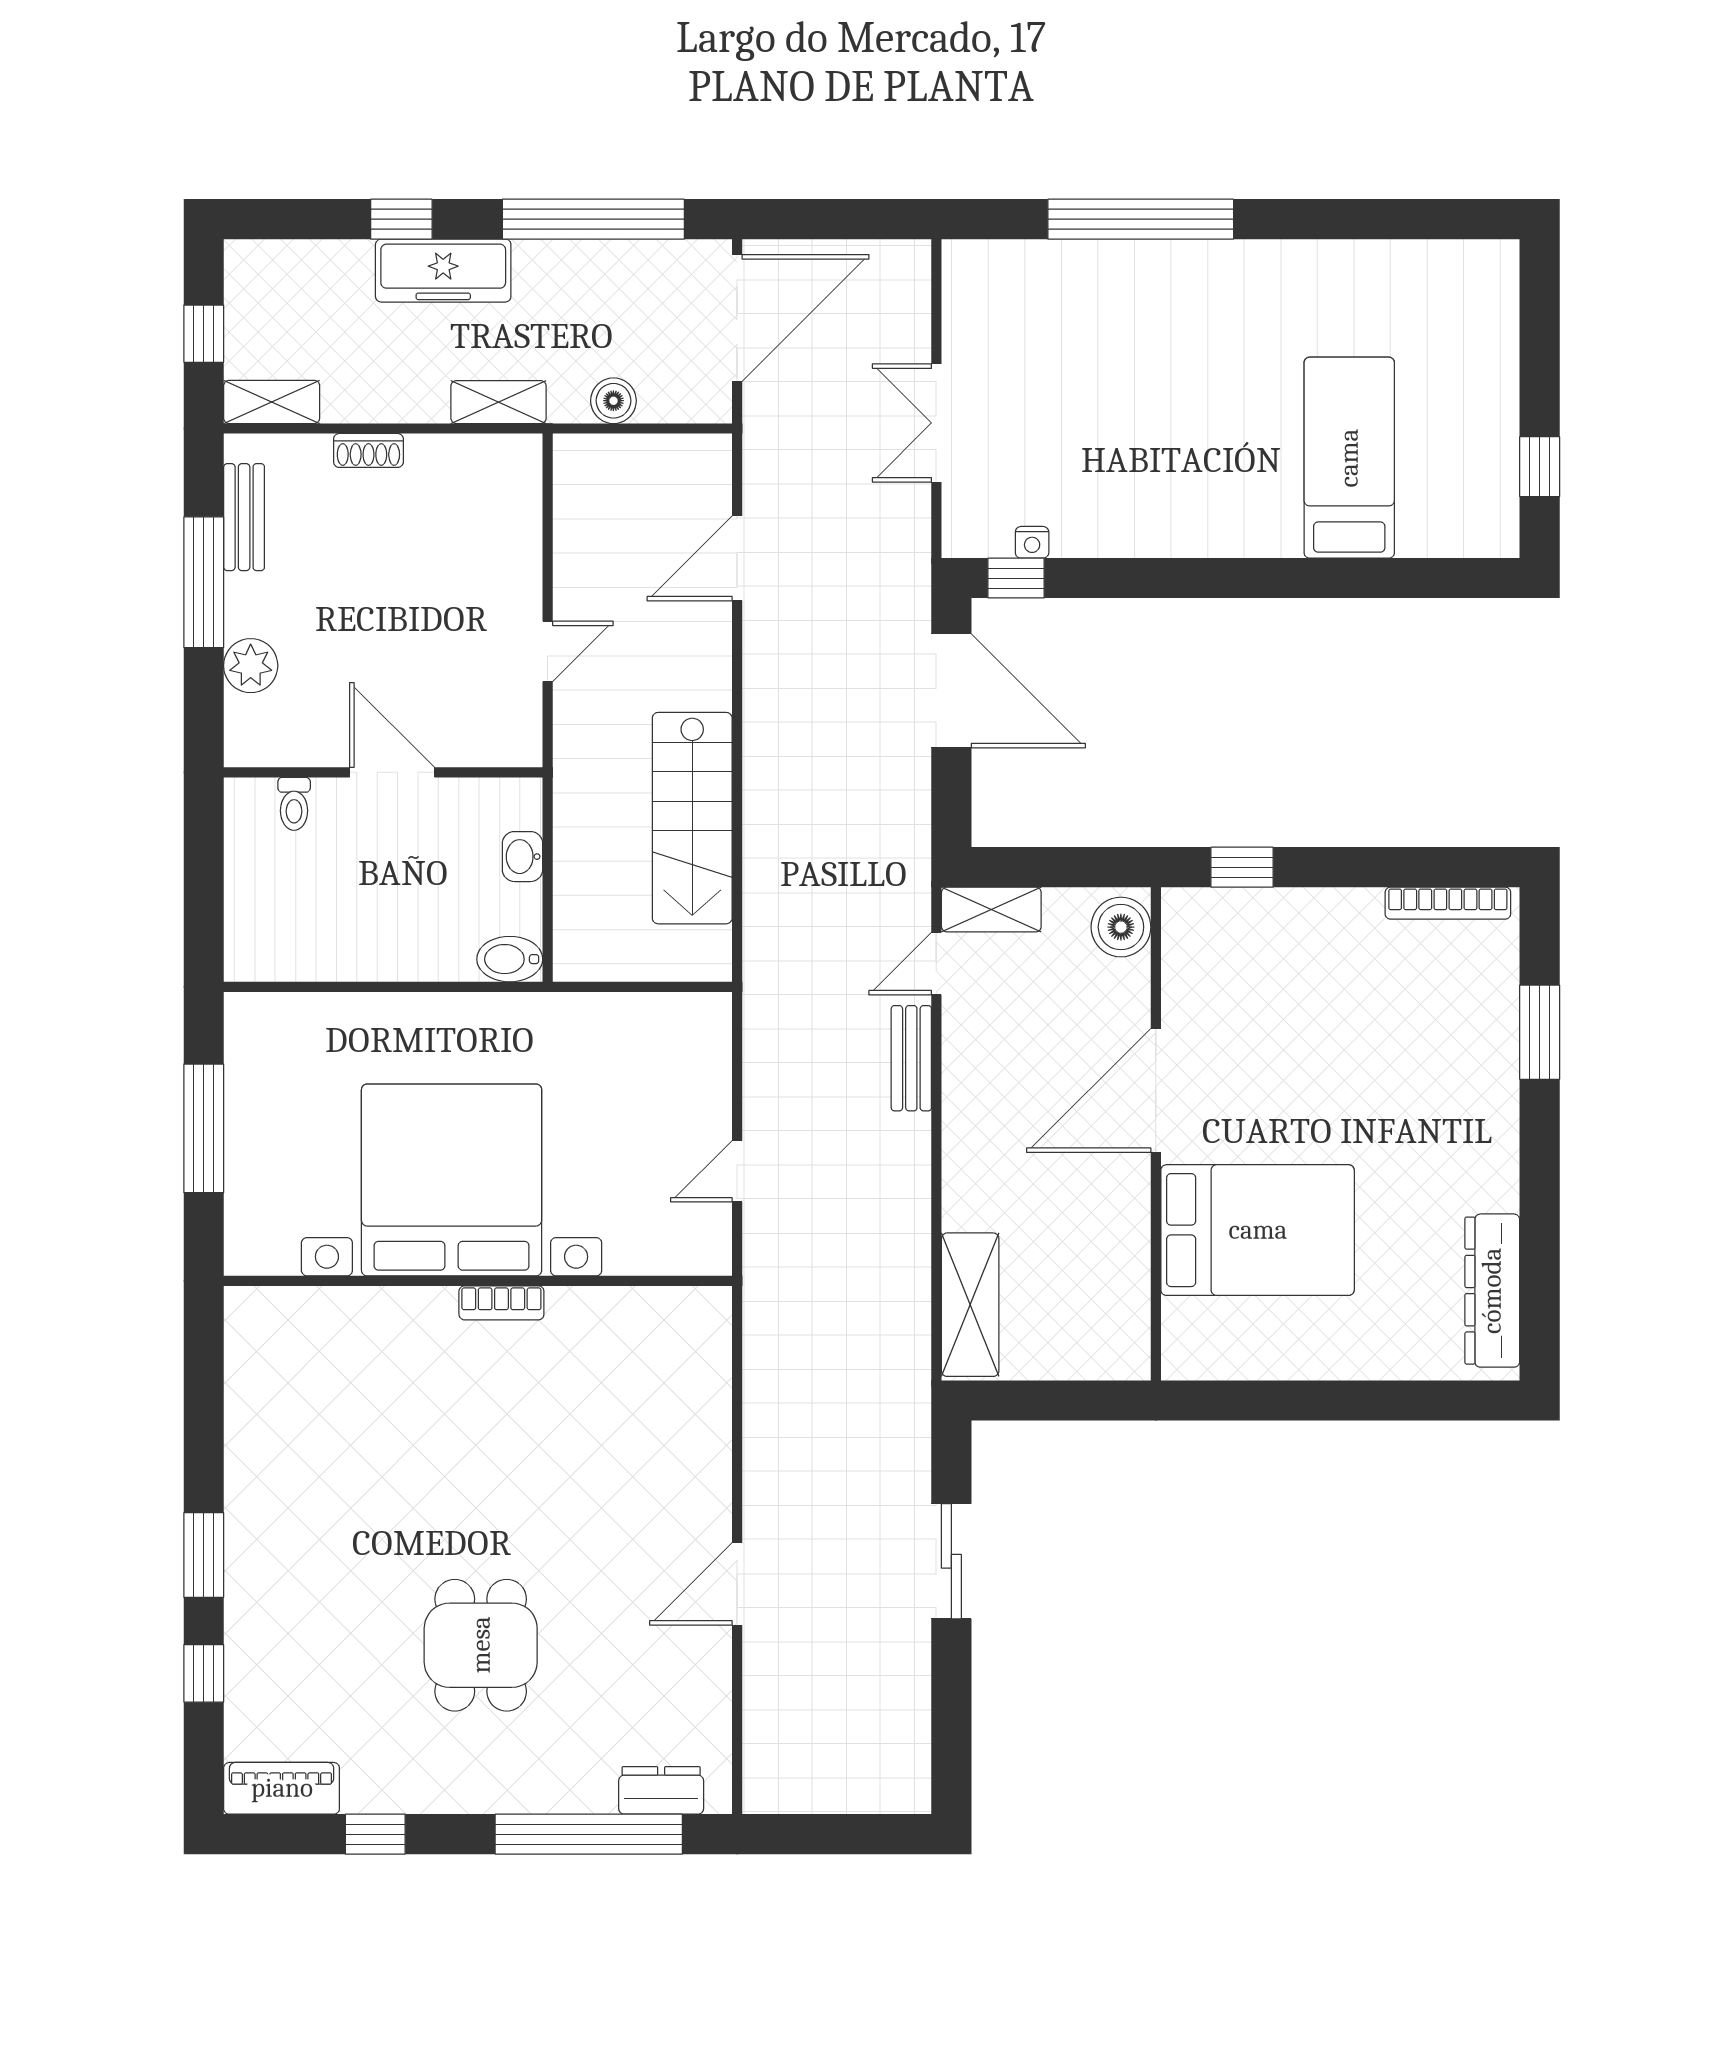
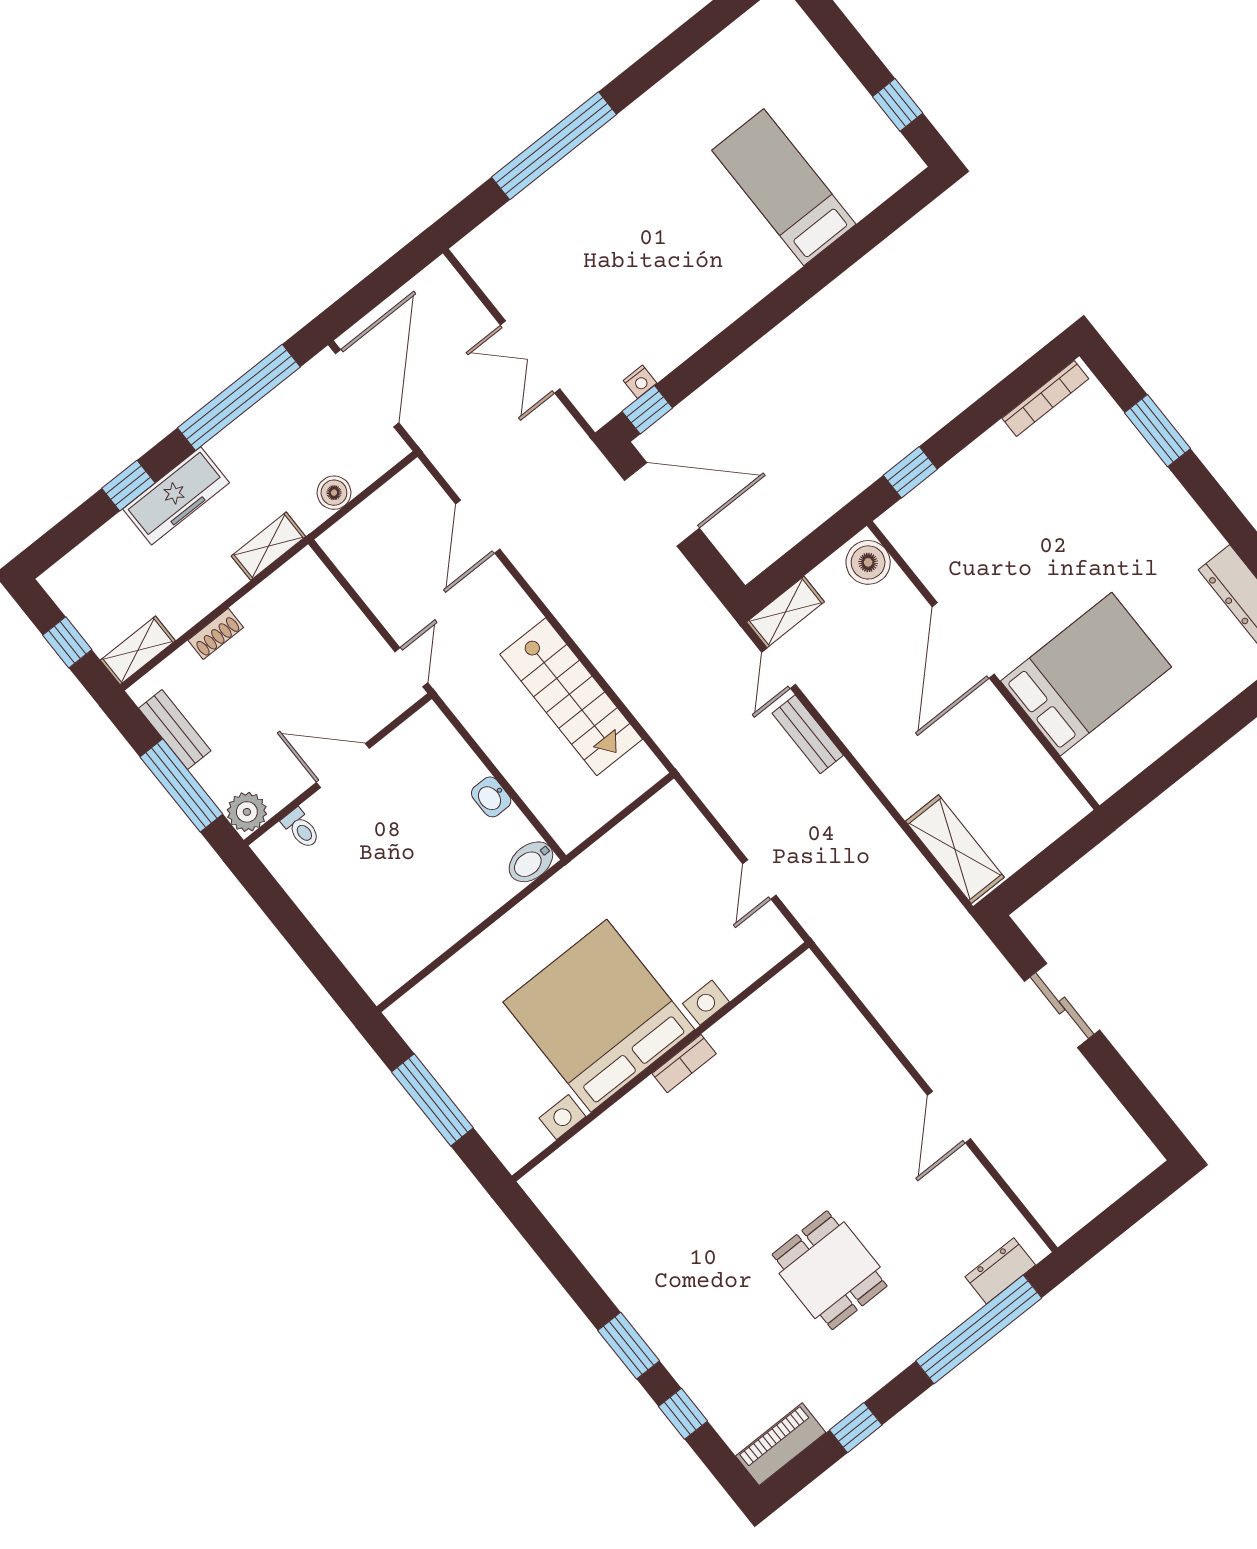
wall: (383, 772) -> (338, 769), moved
door: (392, 772) -> (343, 765), moved
toilet: (294, 804) -> (301, 829), moved

